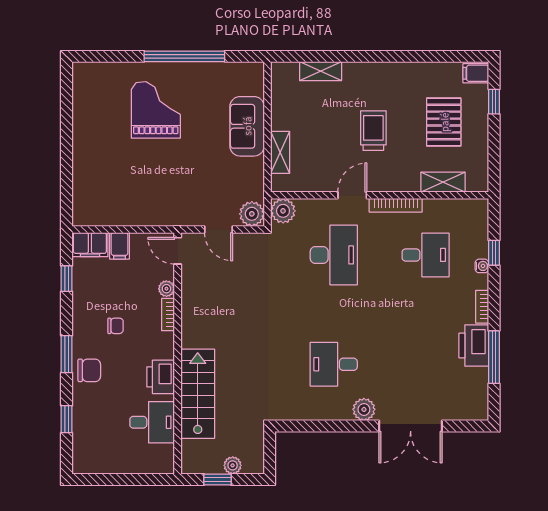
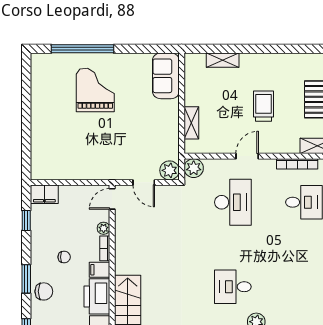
window: (184, 56) -> (83, 49), moved
sofa: (247, 126) -> (166, 76), moved
bookcase: (396, 205) -> (297, 164), moved
filing cabinet: (119, 246) -> (100, 270), moved, turned 90
door: (178, 251) -> (112, 199), hinge flipped
printer: (161, 377) -> (97, 296), width x1.37, depth x1.19

